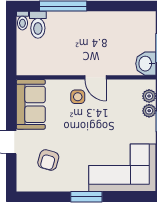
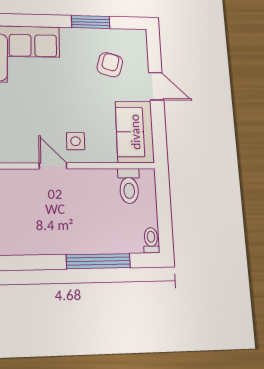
toilet: (38, 25) -> (129, 186), moved, turned 180
window: (86, 197) -> (91, 22), moved

